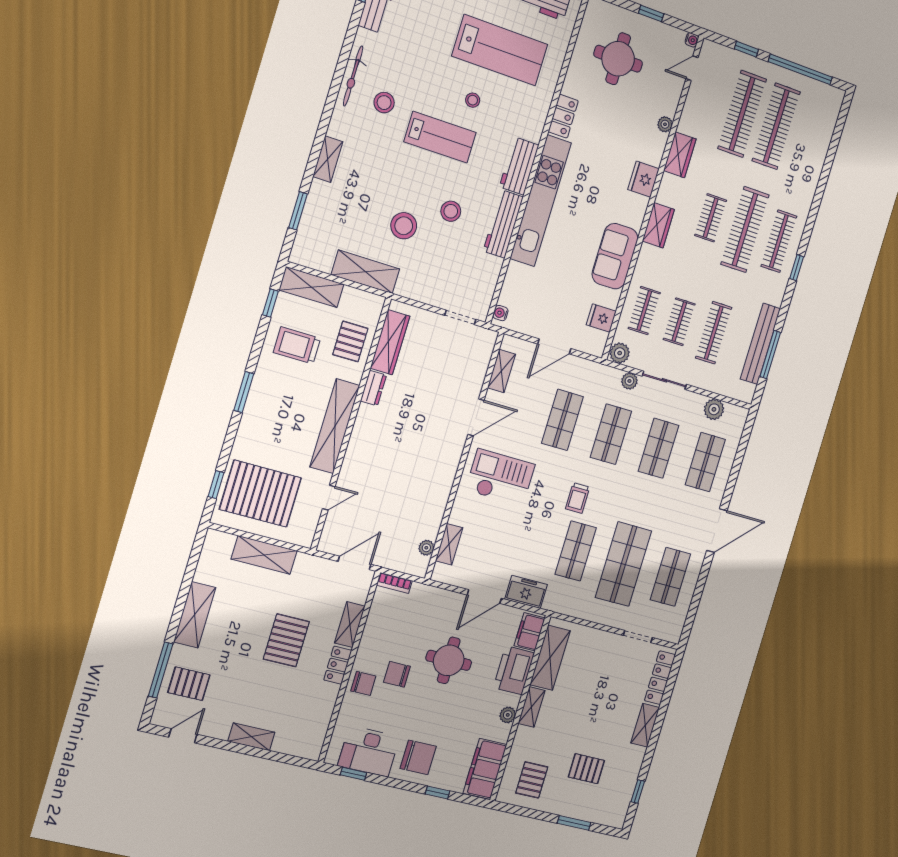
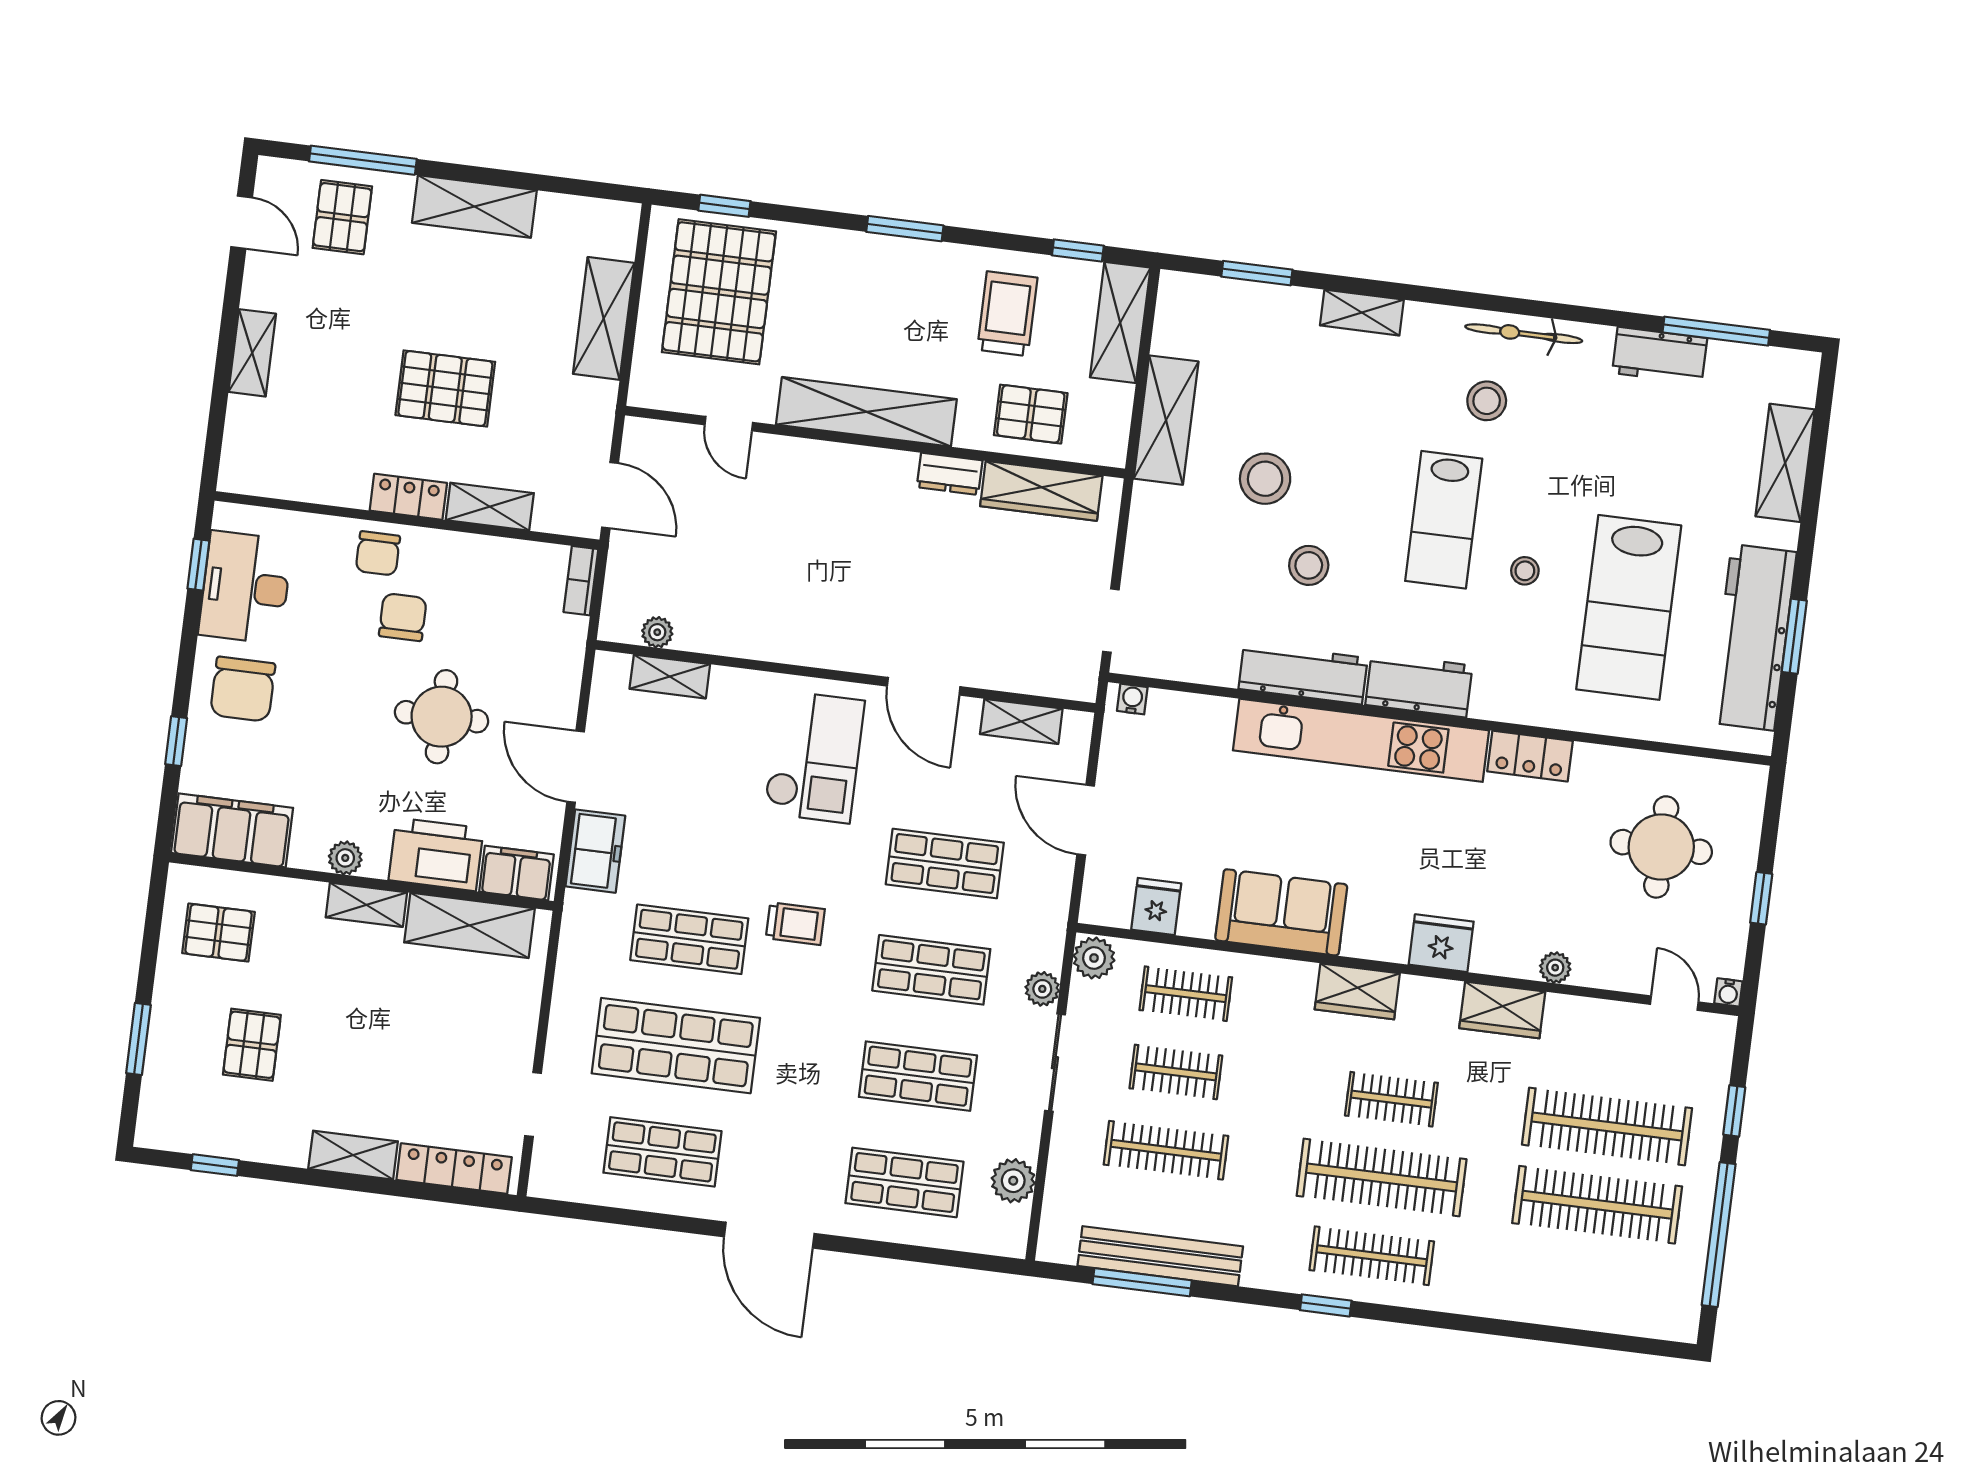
trolley: (578, 498) -> (795, 924), turned 180

